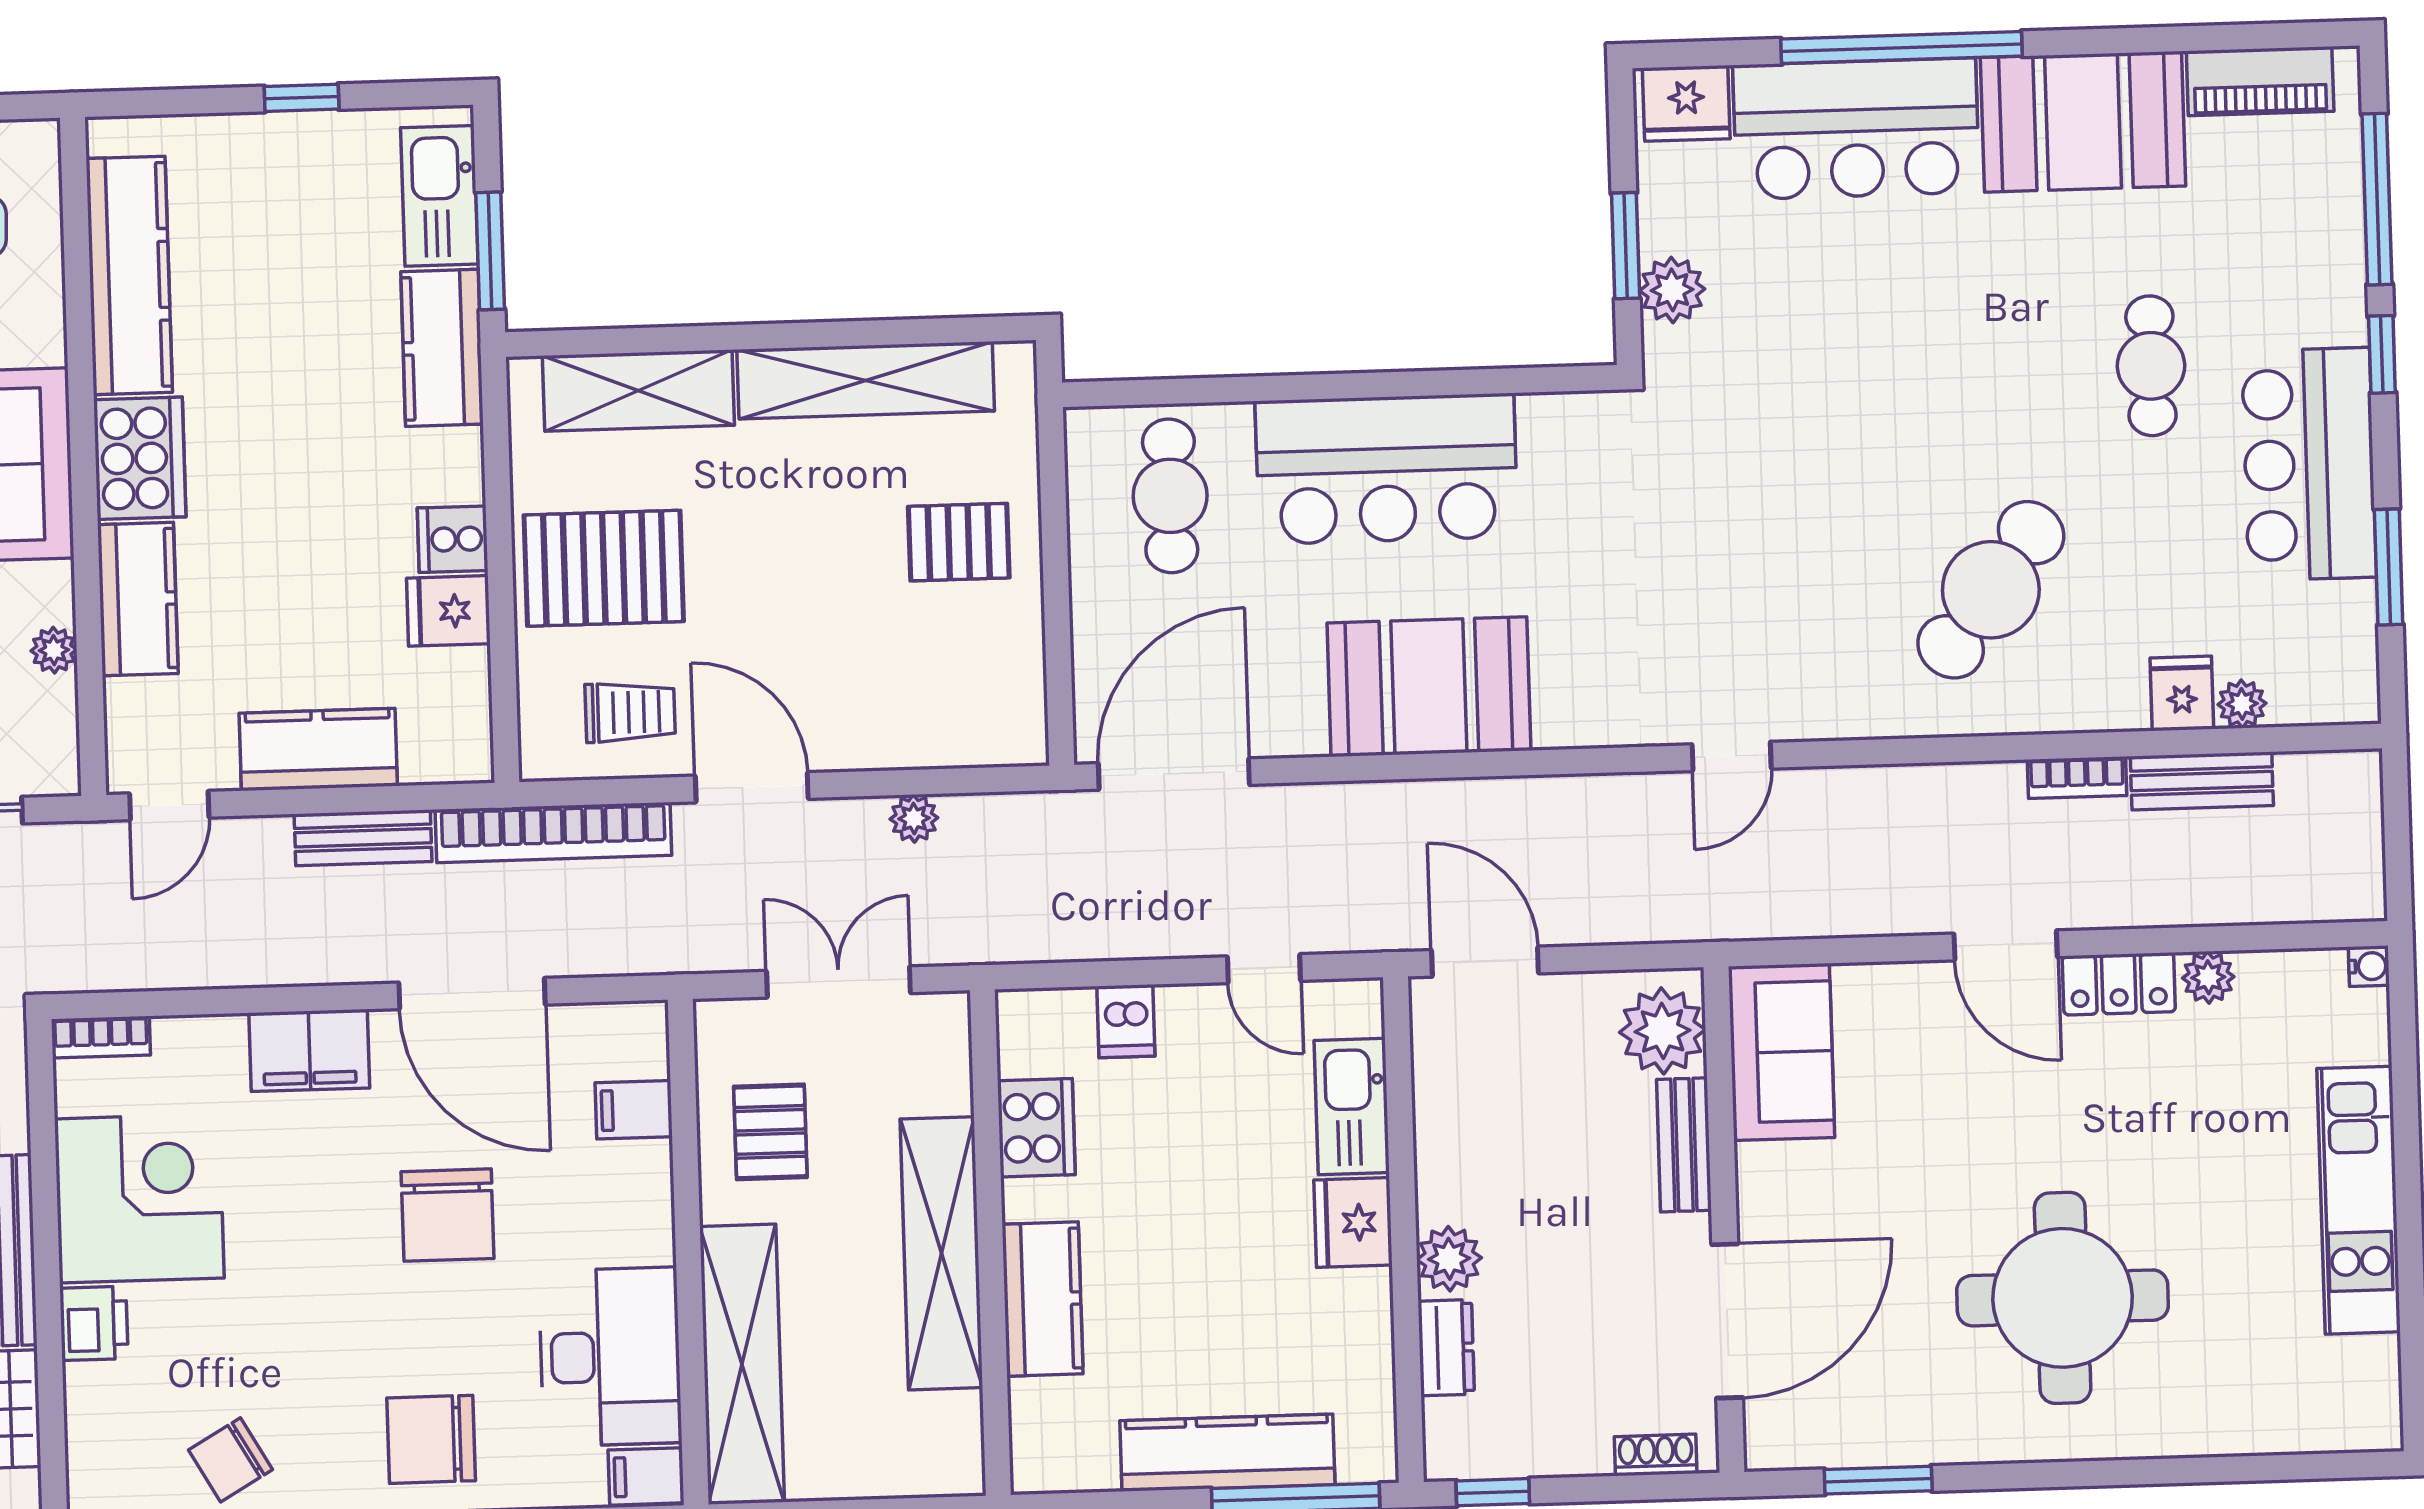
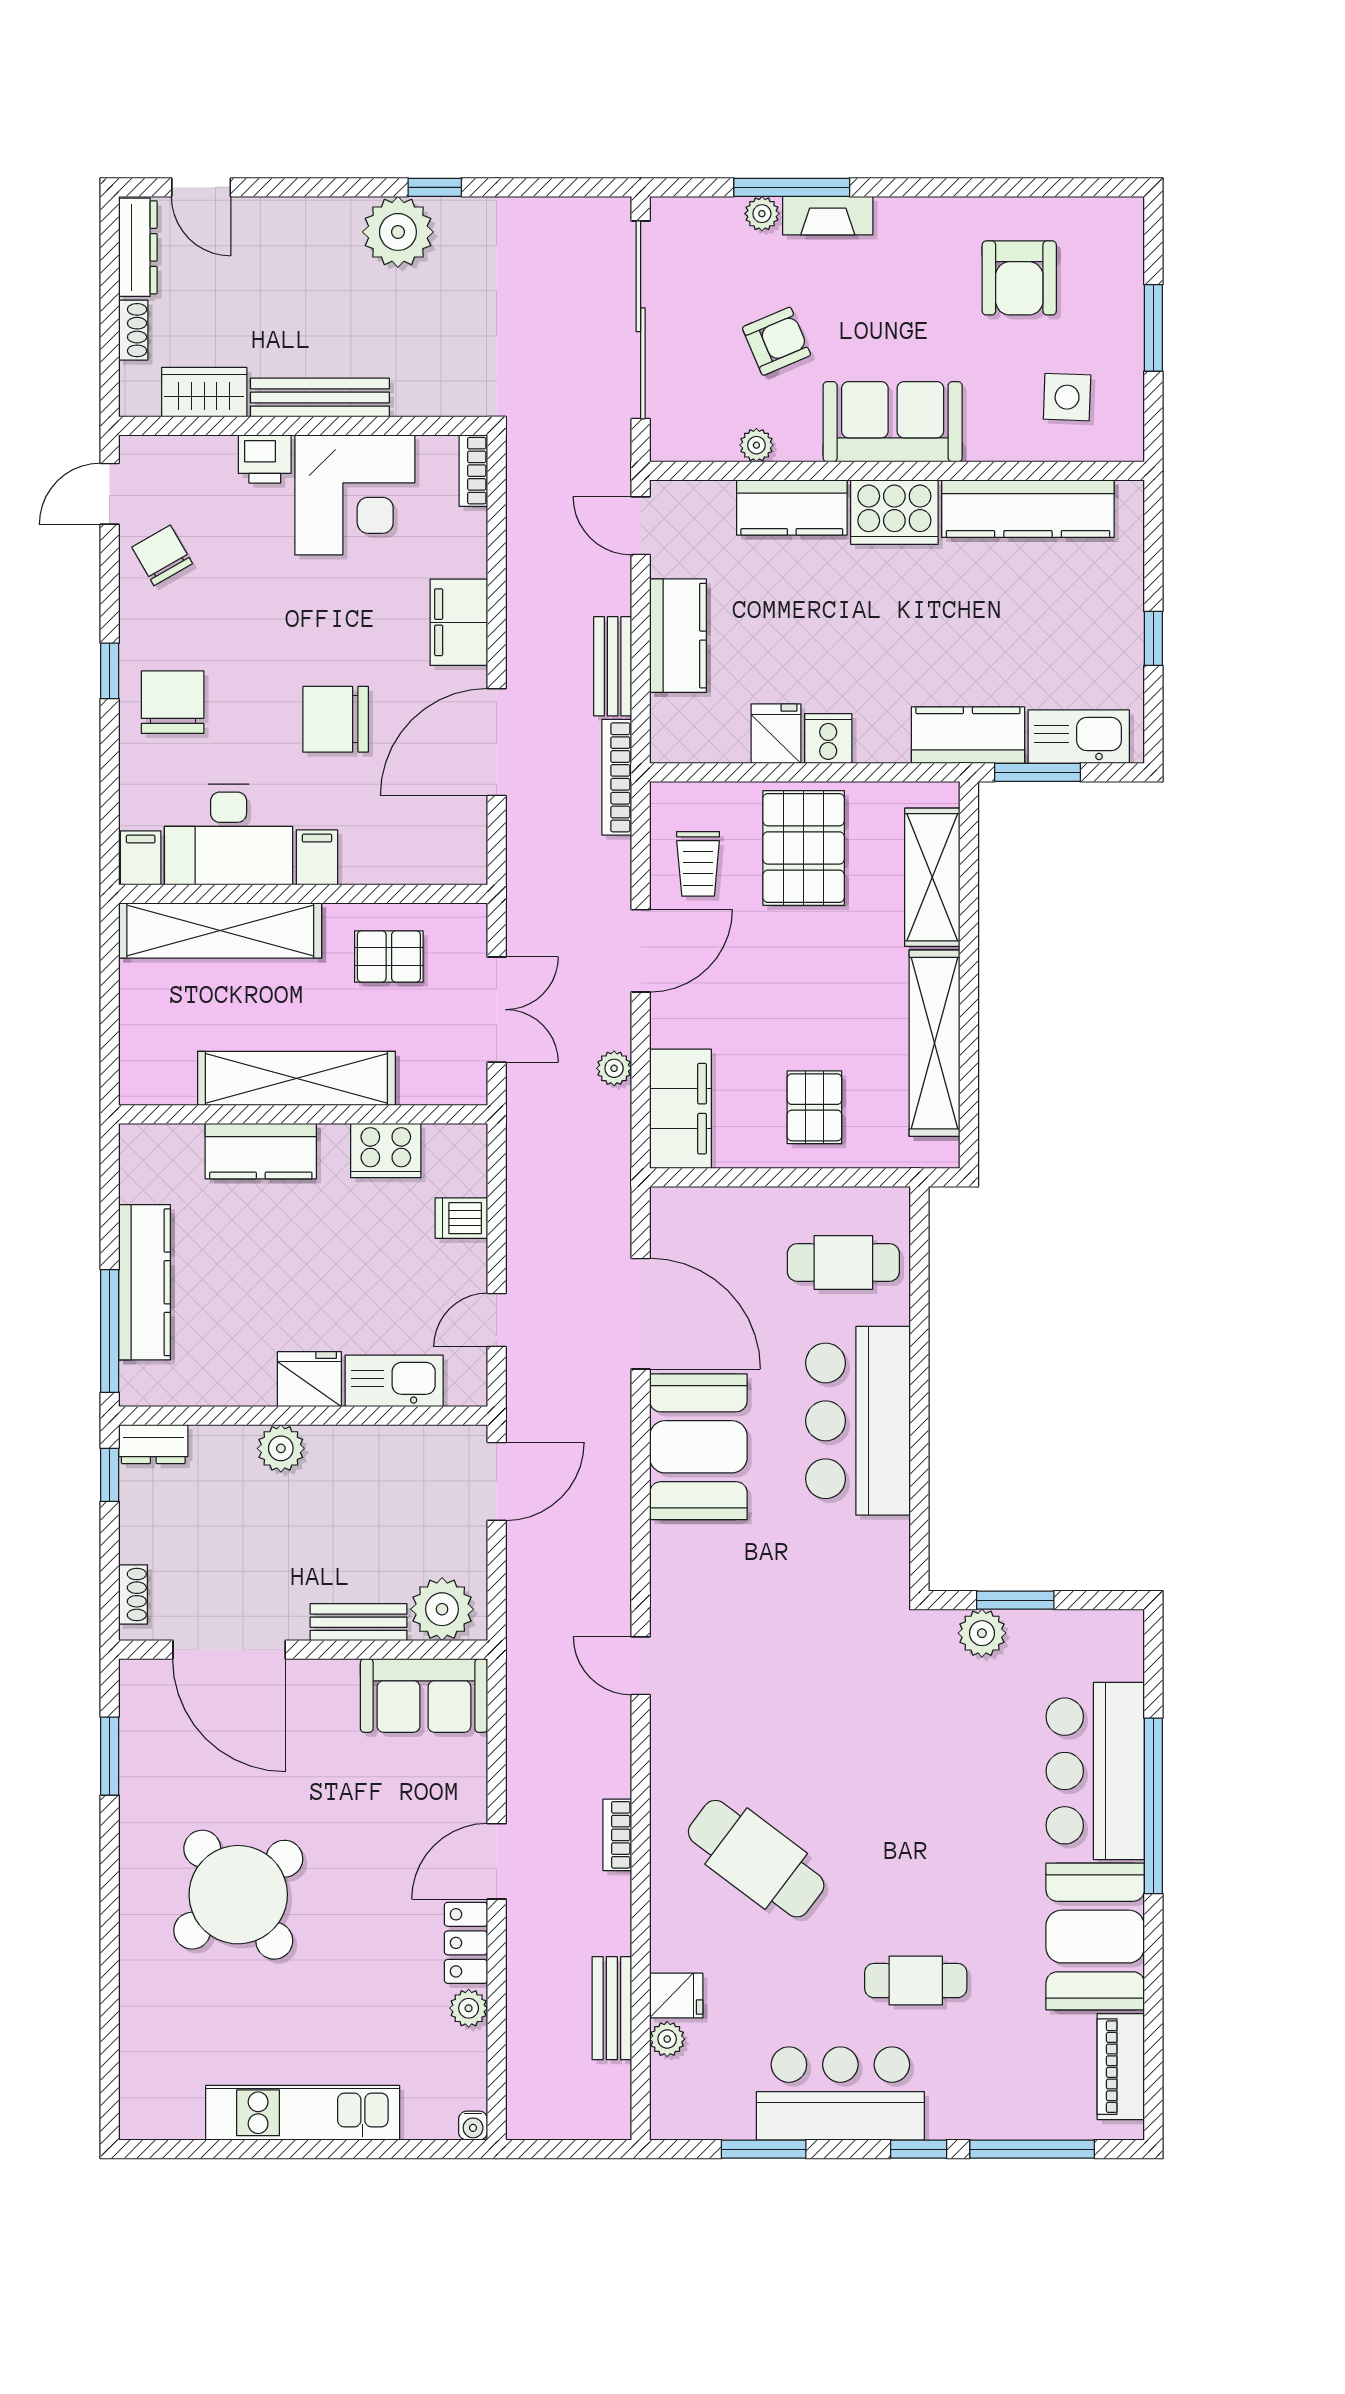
fridge: (1686, 103) -> (1118, 1648), removed
filing cabinet: (966, 726) -> (680, 1109), added
door: (1174, 774) -> (641, 1314), moved
bookcase: (2077, 778) -> (617, 1835), moved
bookcase: (553, 832) -> (617, 777), width x0.68, depth x0.76
filing cabinet: (634, 1110) -> (317, 857), moved
round table: (2063, 1298) -> (238, 1895), turned -38
dresser: (1446, 1348) -> (153, 1444), moved

